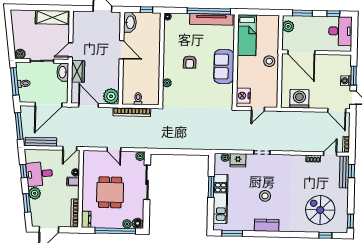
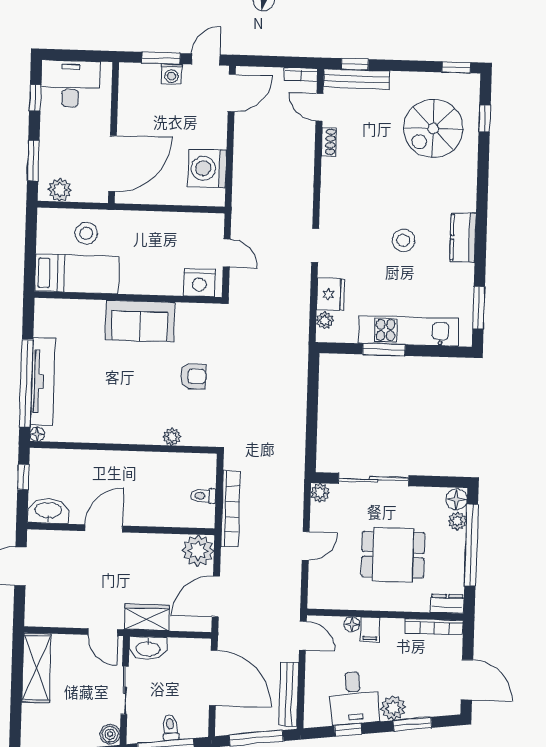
window: (209, 11) -> (26, 383), moved
tv unit: (211, 19) -> (43, 382), moved
stool: (269, 61) -> (86, 233), moved
armchair: (190, 62) -> (193, 376), moved

